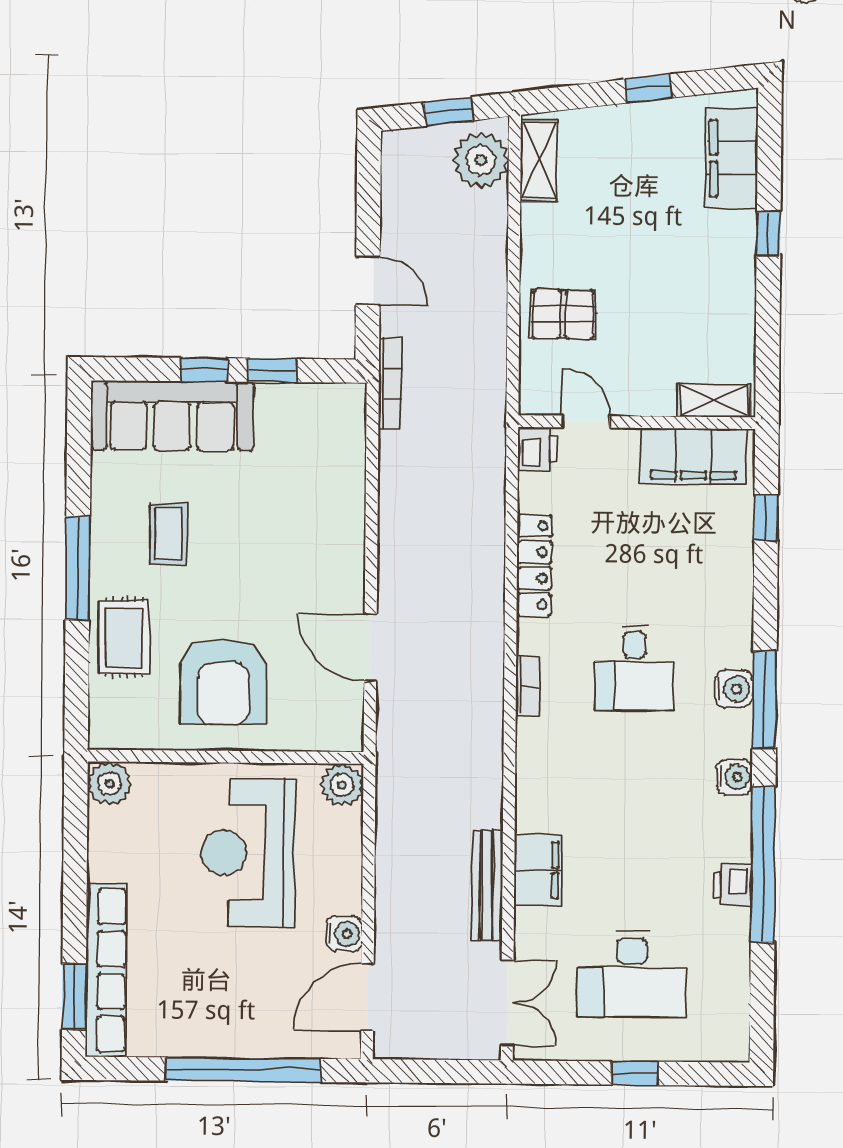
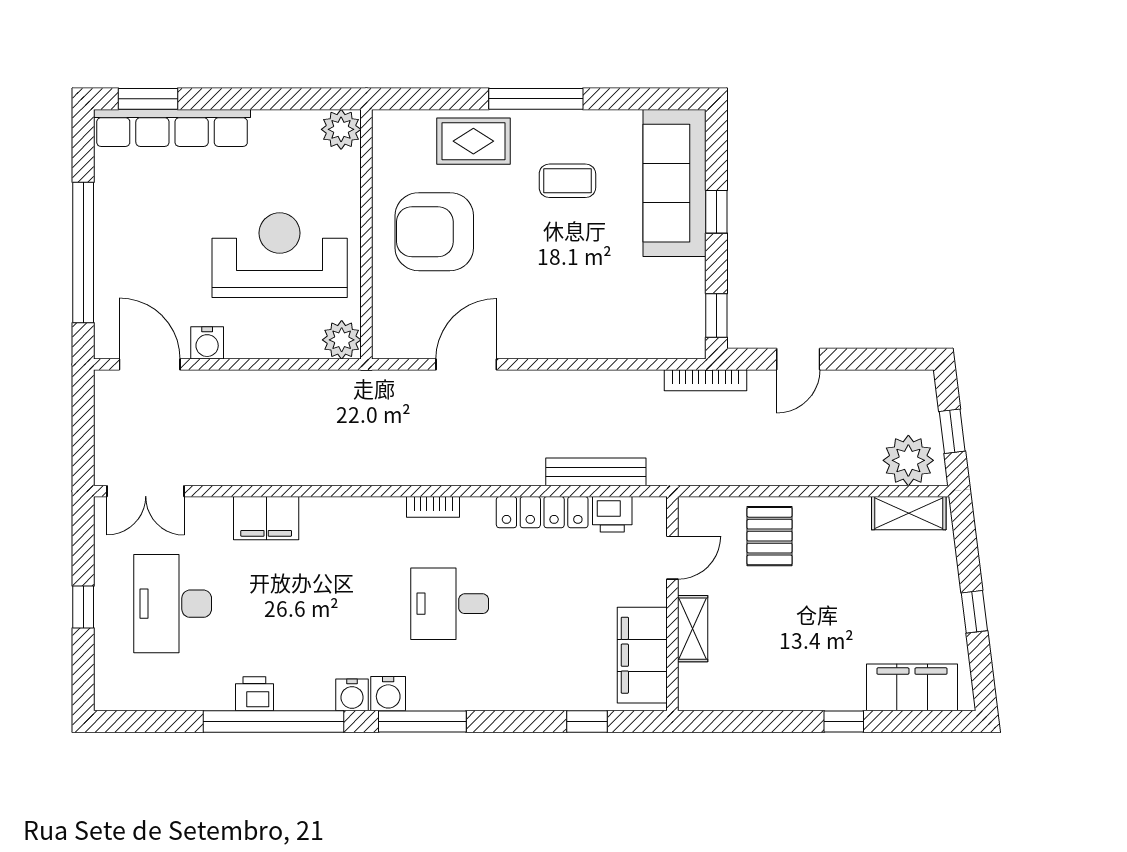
window: (273, 370) -> (716, 315), moved
shelving: (714, 400) -> (693, 629), moved
printer: (538, 449) -> (612, 514), moved
water cooler: (734, 689) -> (388, 694), moved
bench: (487, 885) -> (596, 472), moved

